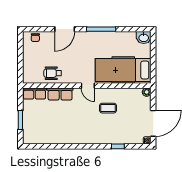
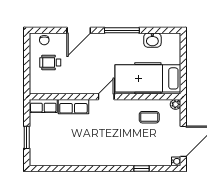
washbasin: (144, 38) -> (152, 40), moved
wheelchair: (53, 73) -> (50, 63), moved
door: (88, 86) -> (106, 97), swing flipped
coffee table: (108, 108) -> (149, 117), moved

